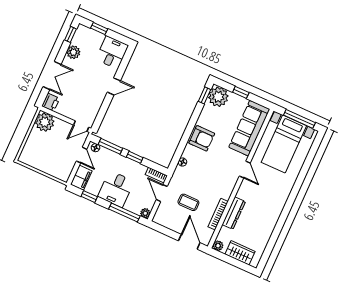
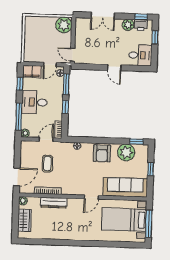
plant: (218, 97) -> (126, 152), moved
printer: (51, 102) -> (141, 25), moved

